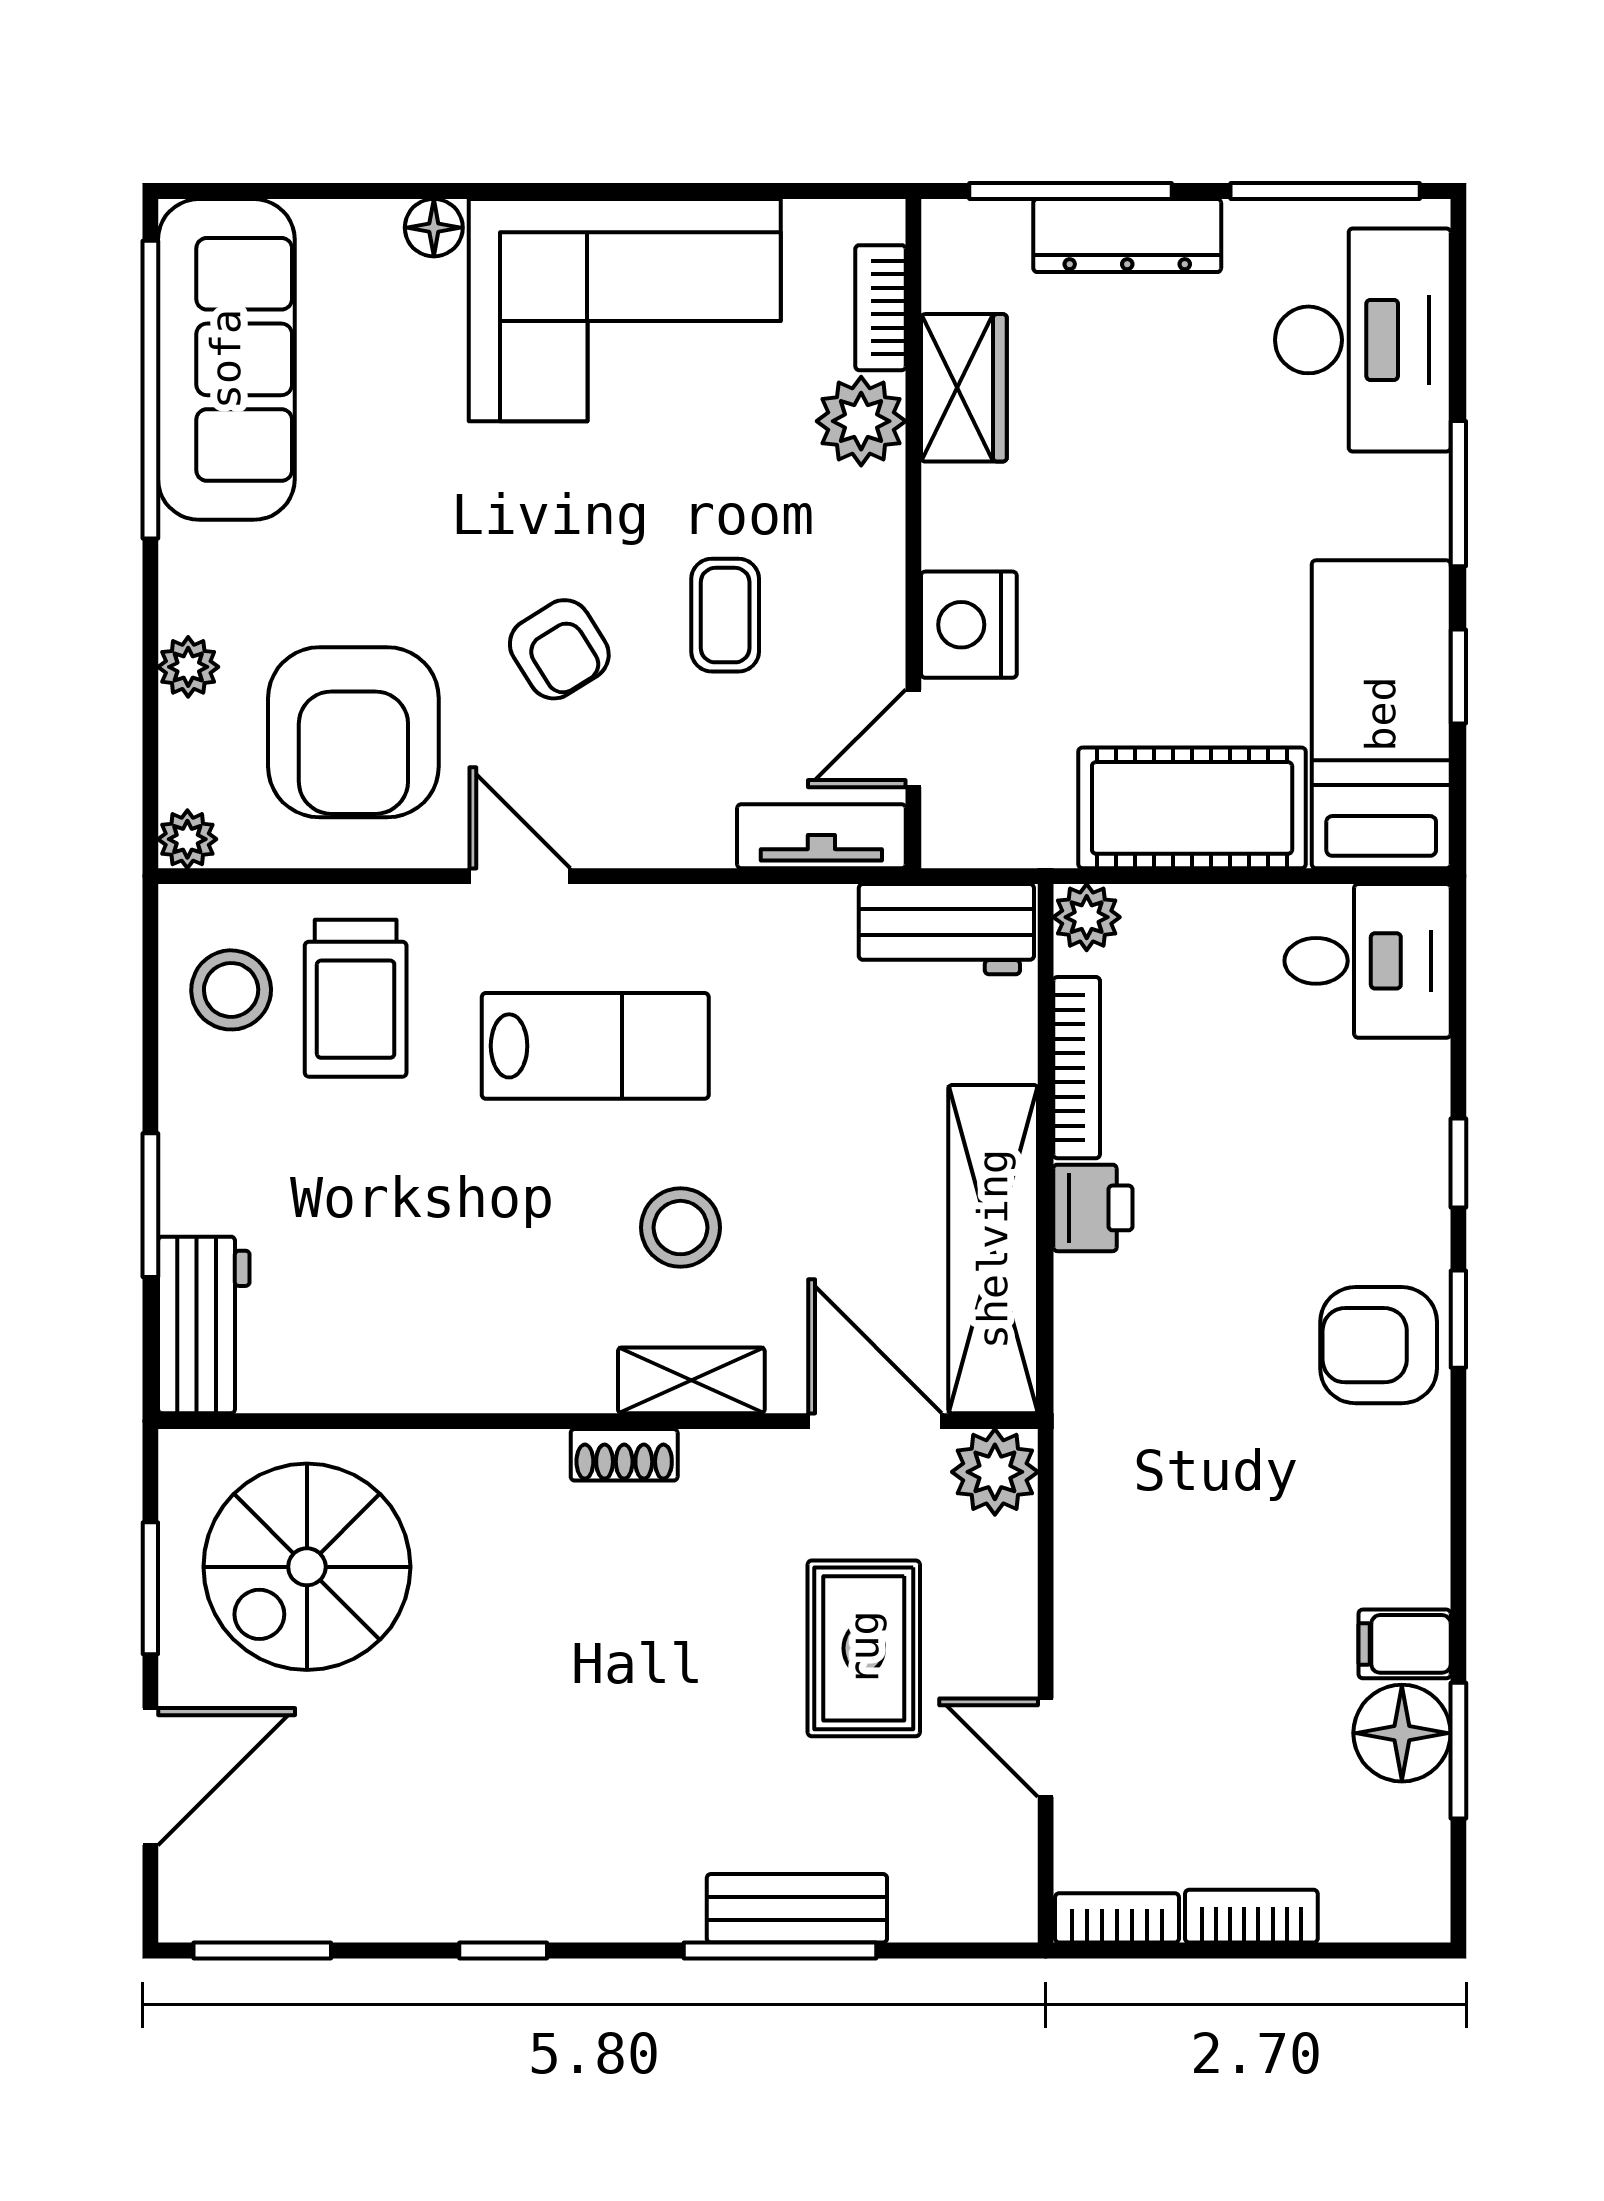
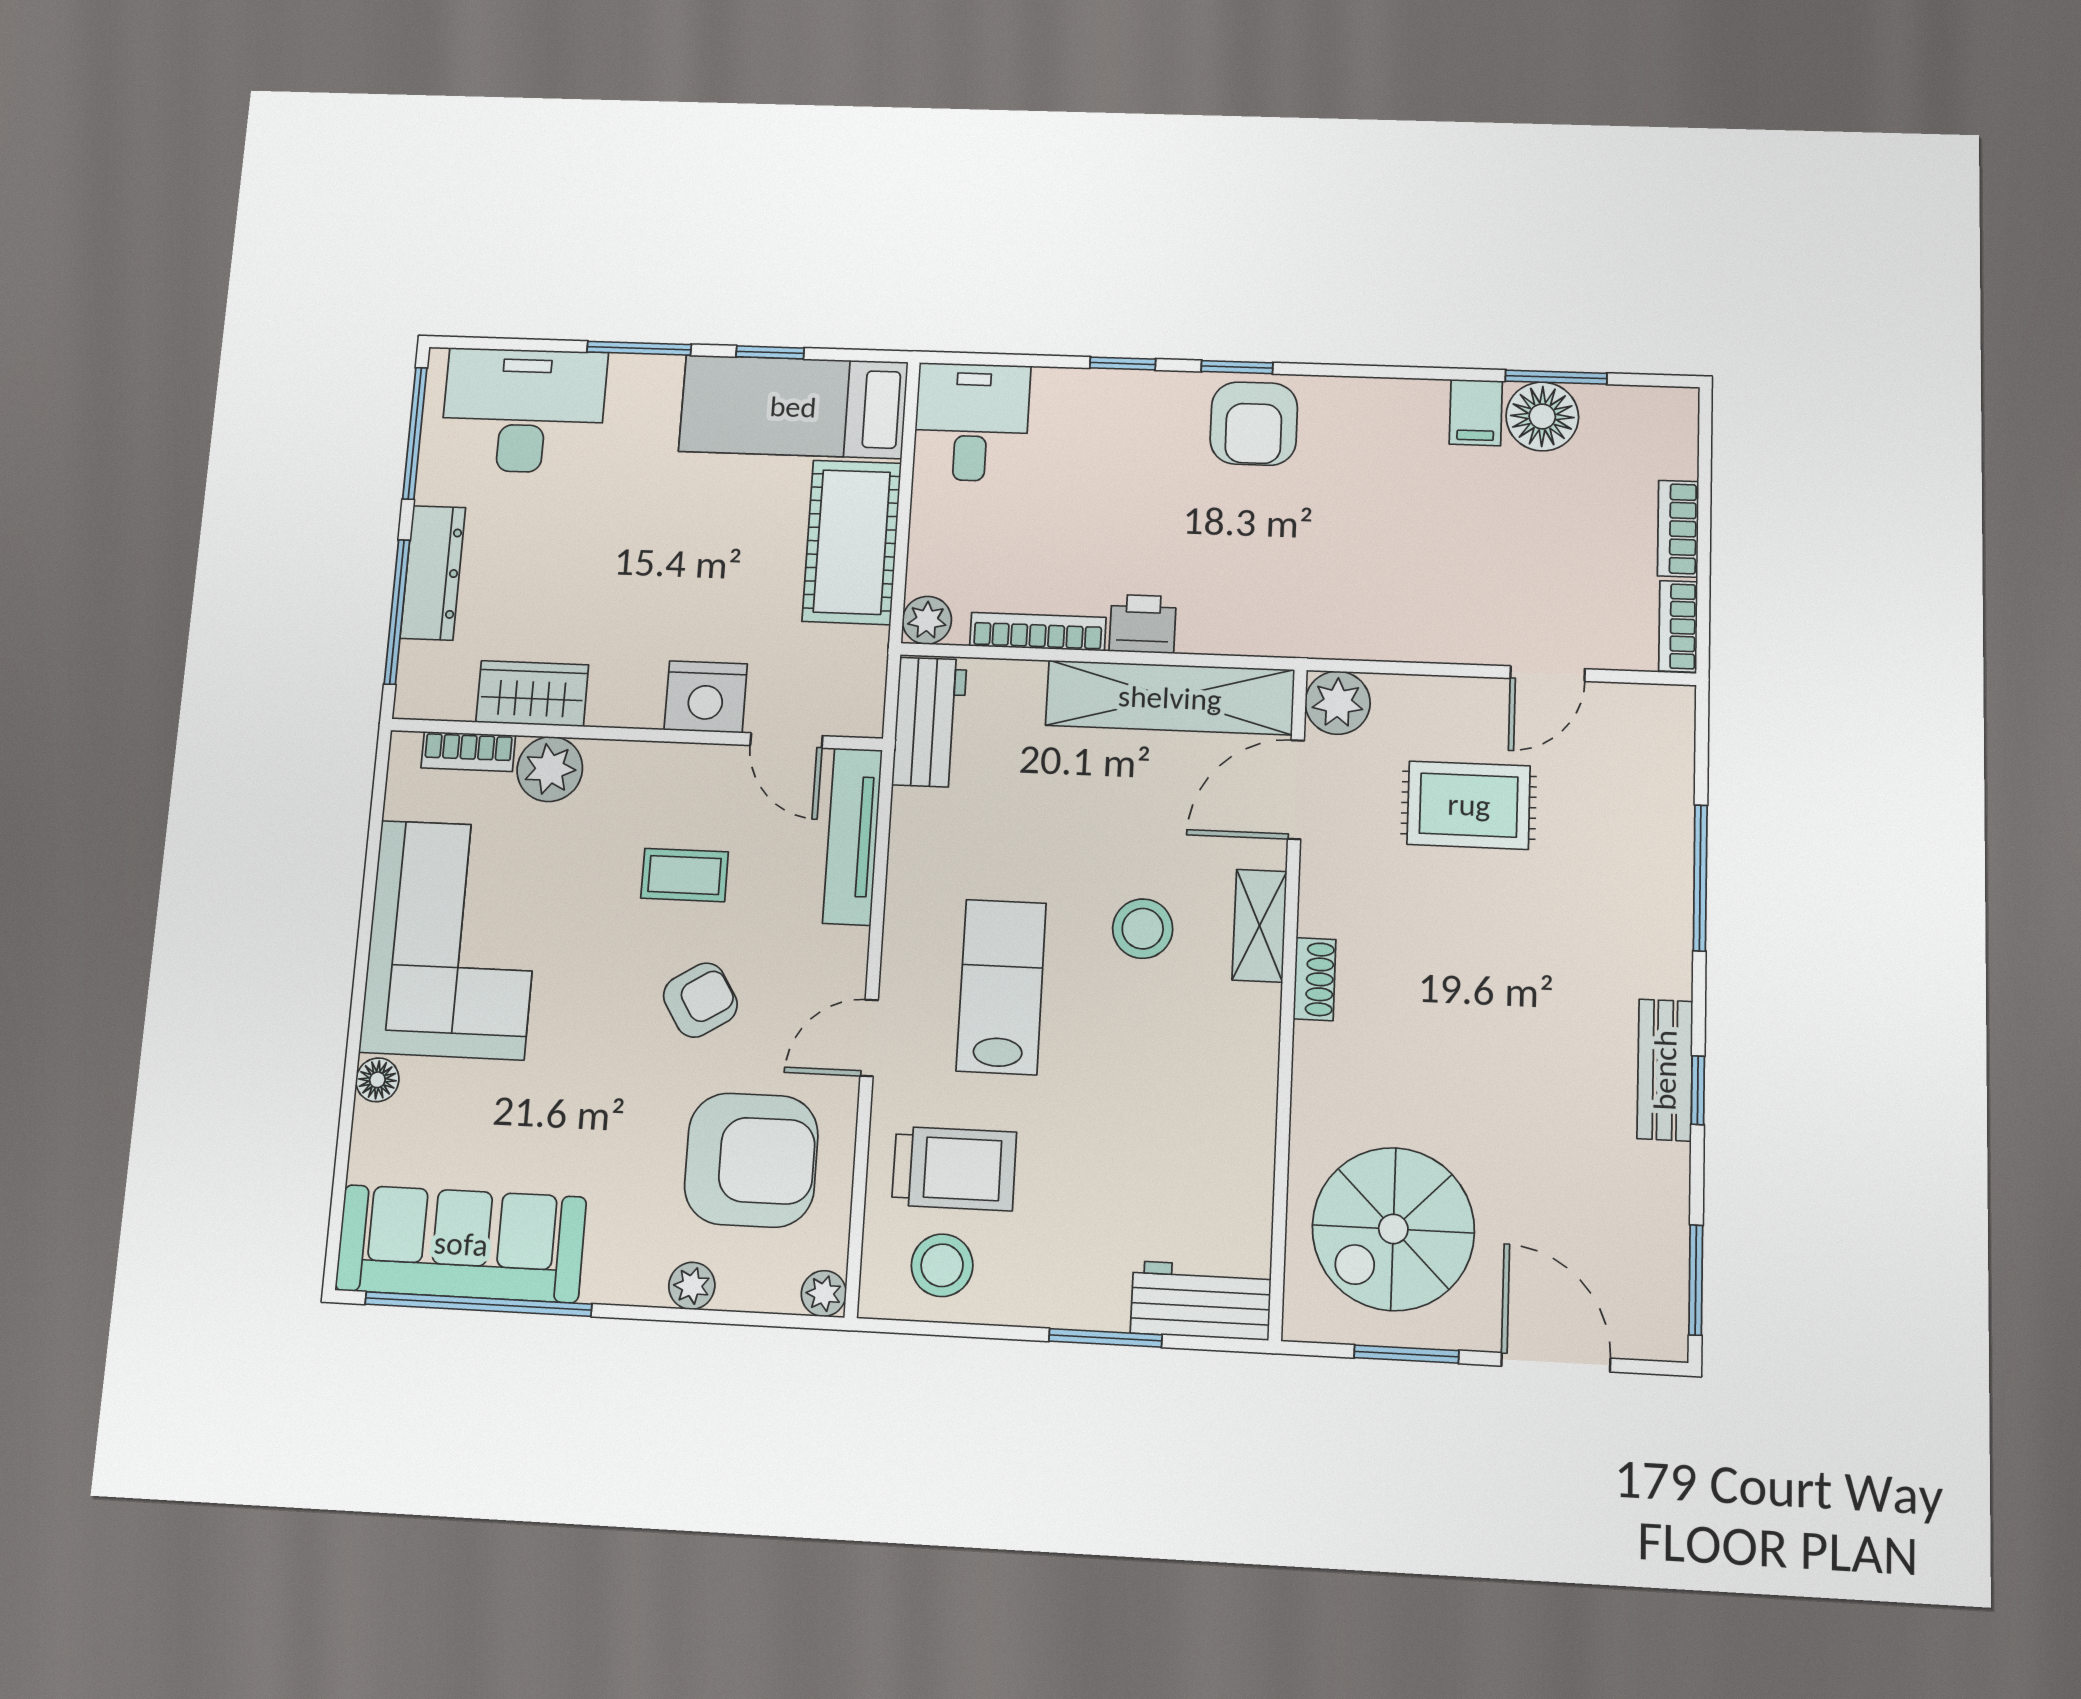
tv unit: (821, 836) -> (853, 836), width x1.41
spiral stairs: (307, 1567) -> (1393, 1229), turned 90
bench: (797, 1908) -> (1665, 1070), moved

